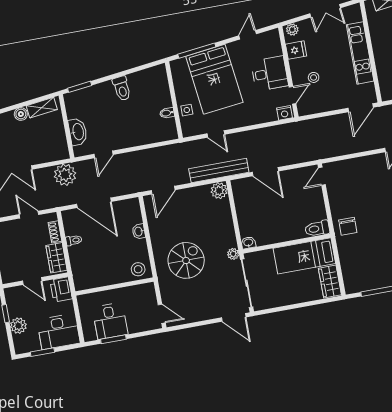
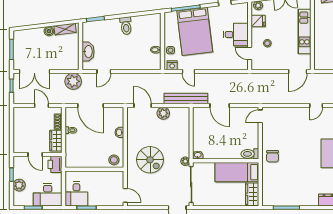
door: (293, 95) -> (250, 53), swing flipped
nightstand: (284, 113) -> (172, 65), moved
door: (163, 190) -> (143, 106), swing flipped
plant: (219, 191) -> (163, 113), moved
spiral stairs: (186, 260) -> (150, 160), turned 90
desk: (110, 321) -> (76, 194), moved

